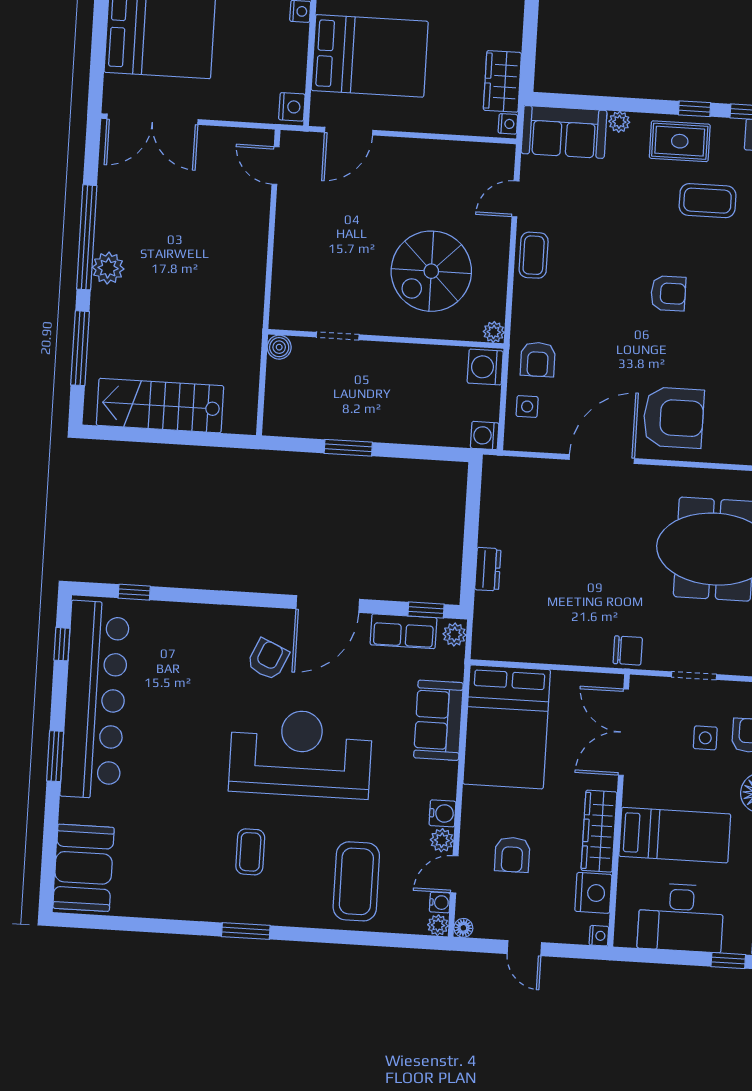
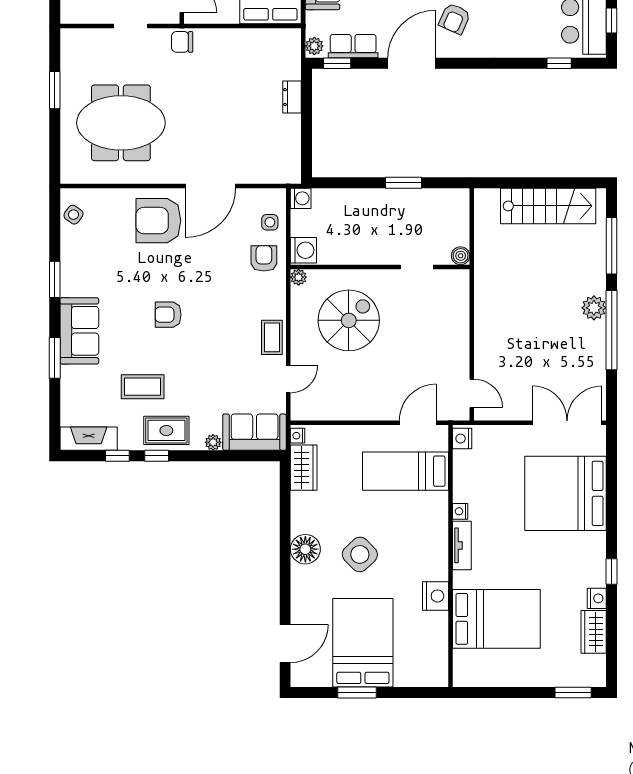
bed: (370, 56) -> (405, 471), width x0.67

